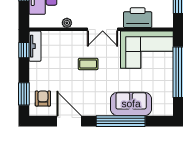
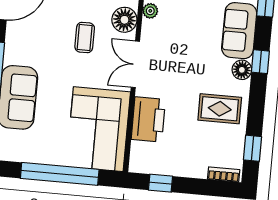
floor lamp: (74, 39) -> (124, 20), added

